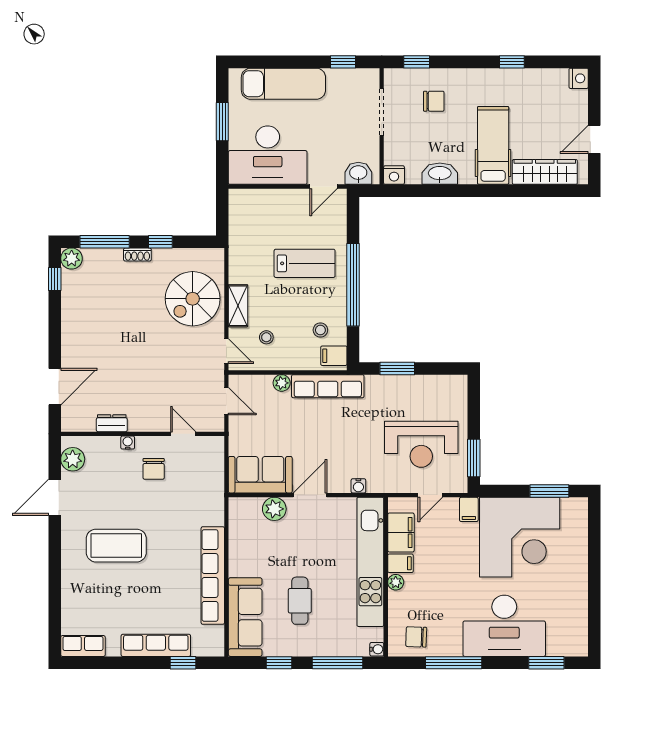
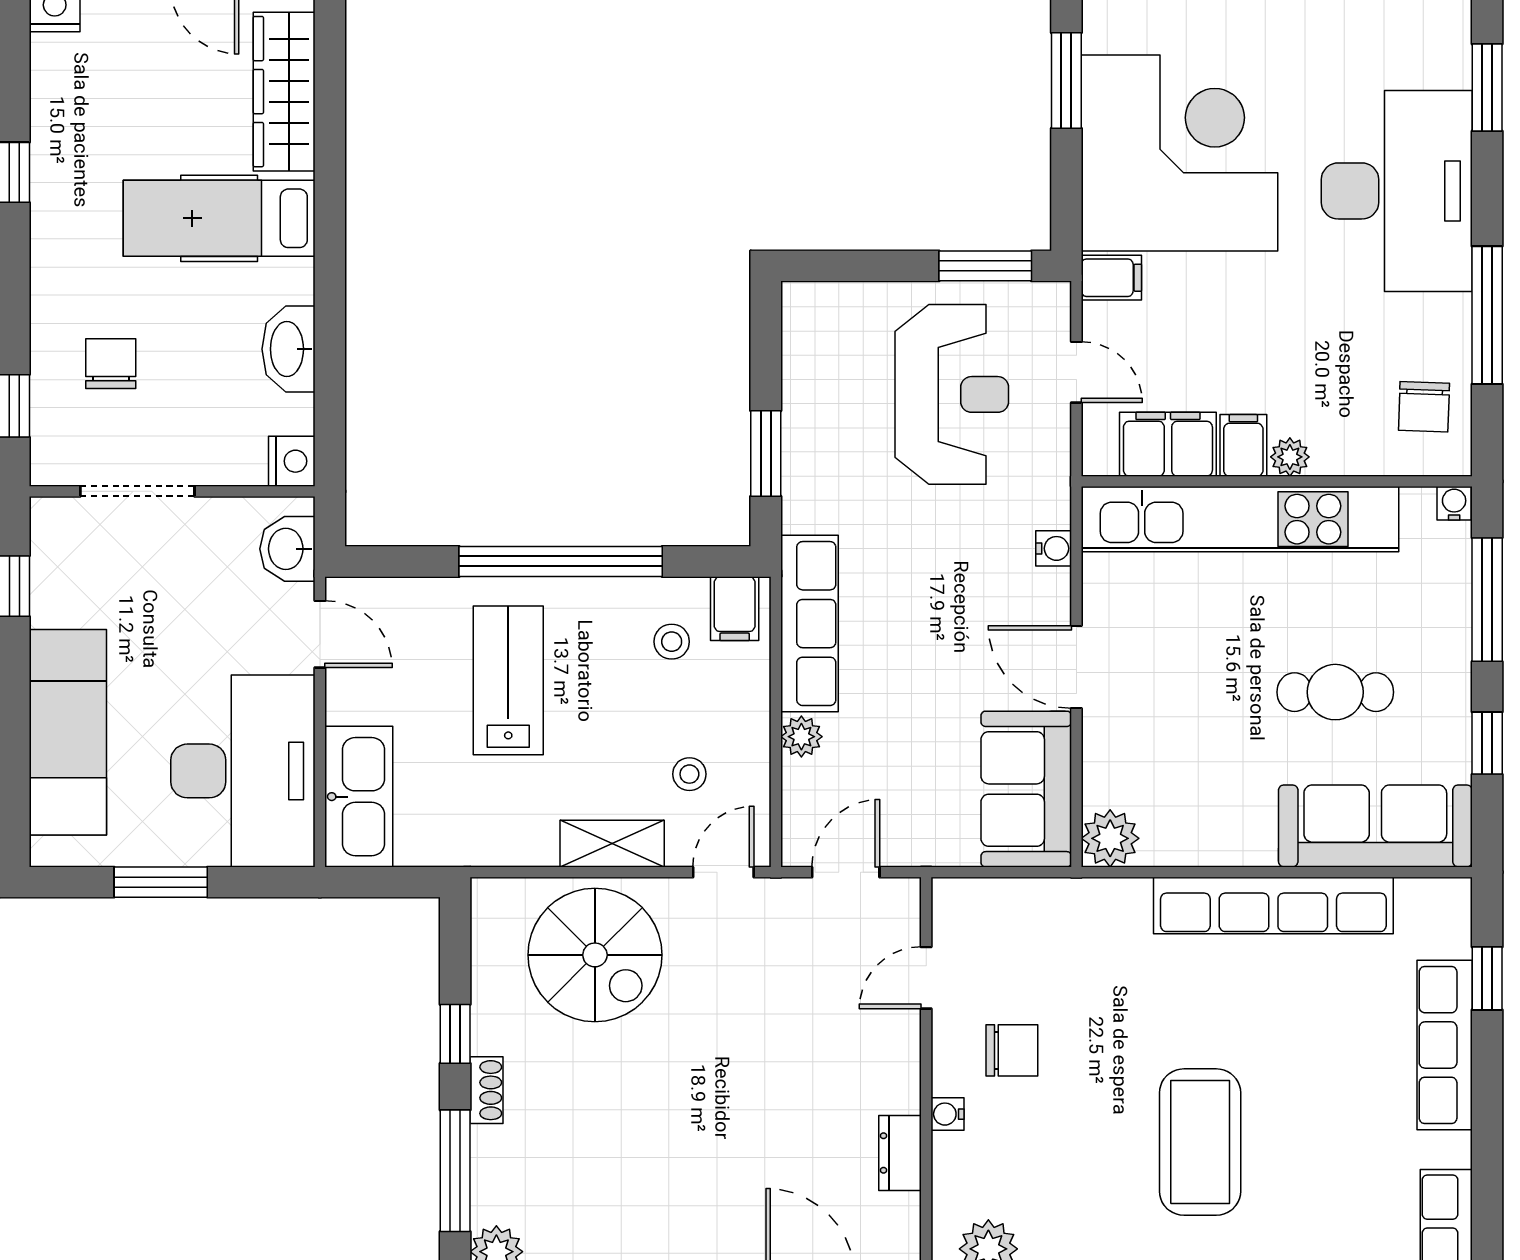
kitchen sink: (257, 202) -> (359, 797), added
plant: (274, 509) -> (1110, 838), moved

